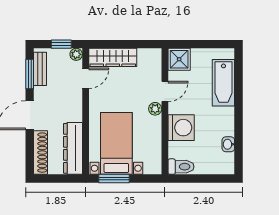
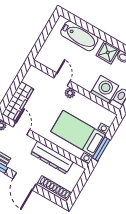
shower: (179, 59) -> (108, 52), moved
washing machine: (181, 128) -> (105, 89), moved
dresser: (73, 148) -> (52, 158), moved

